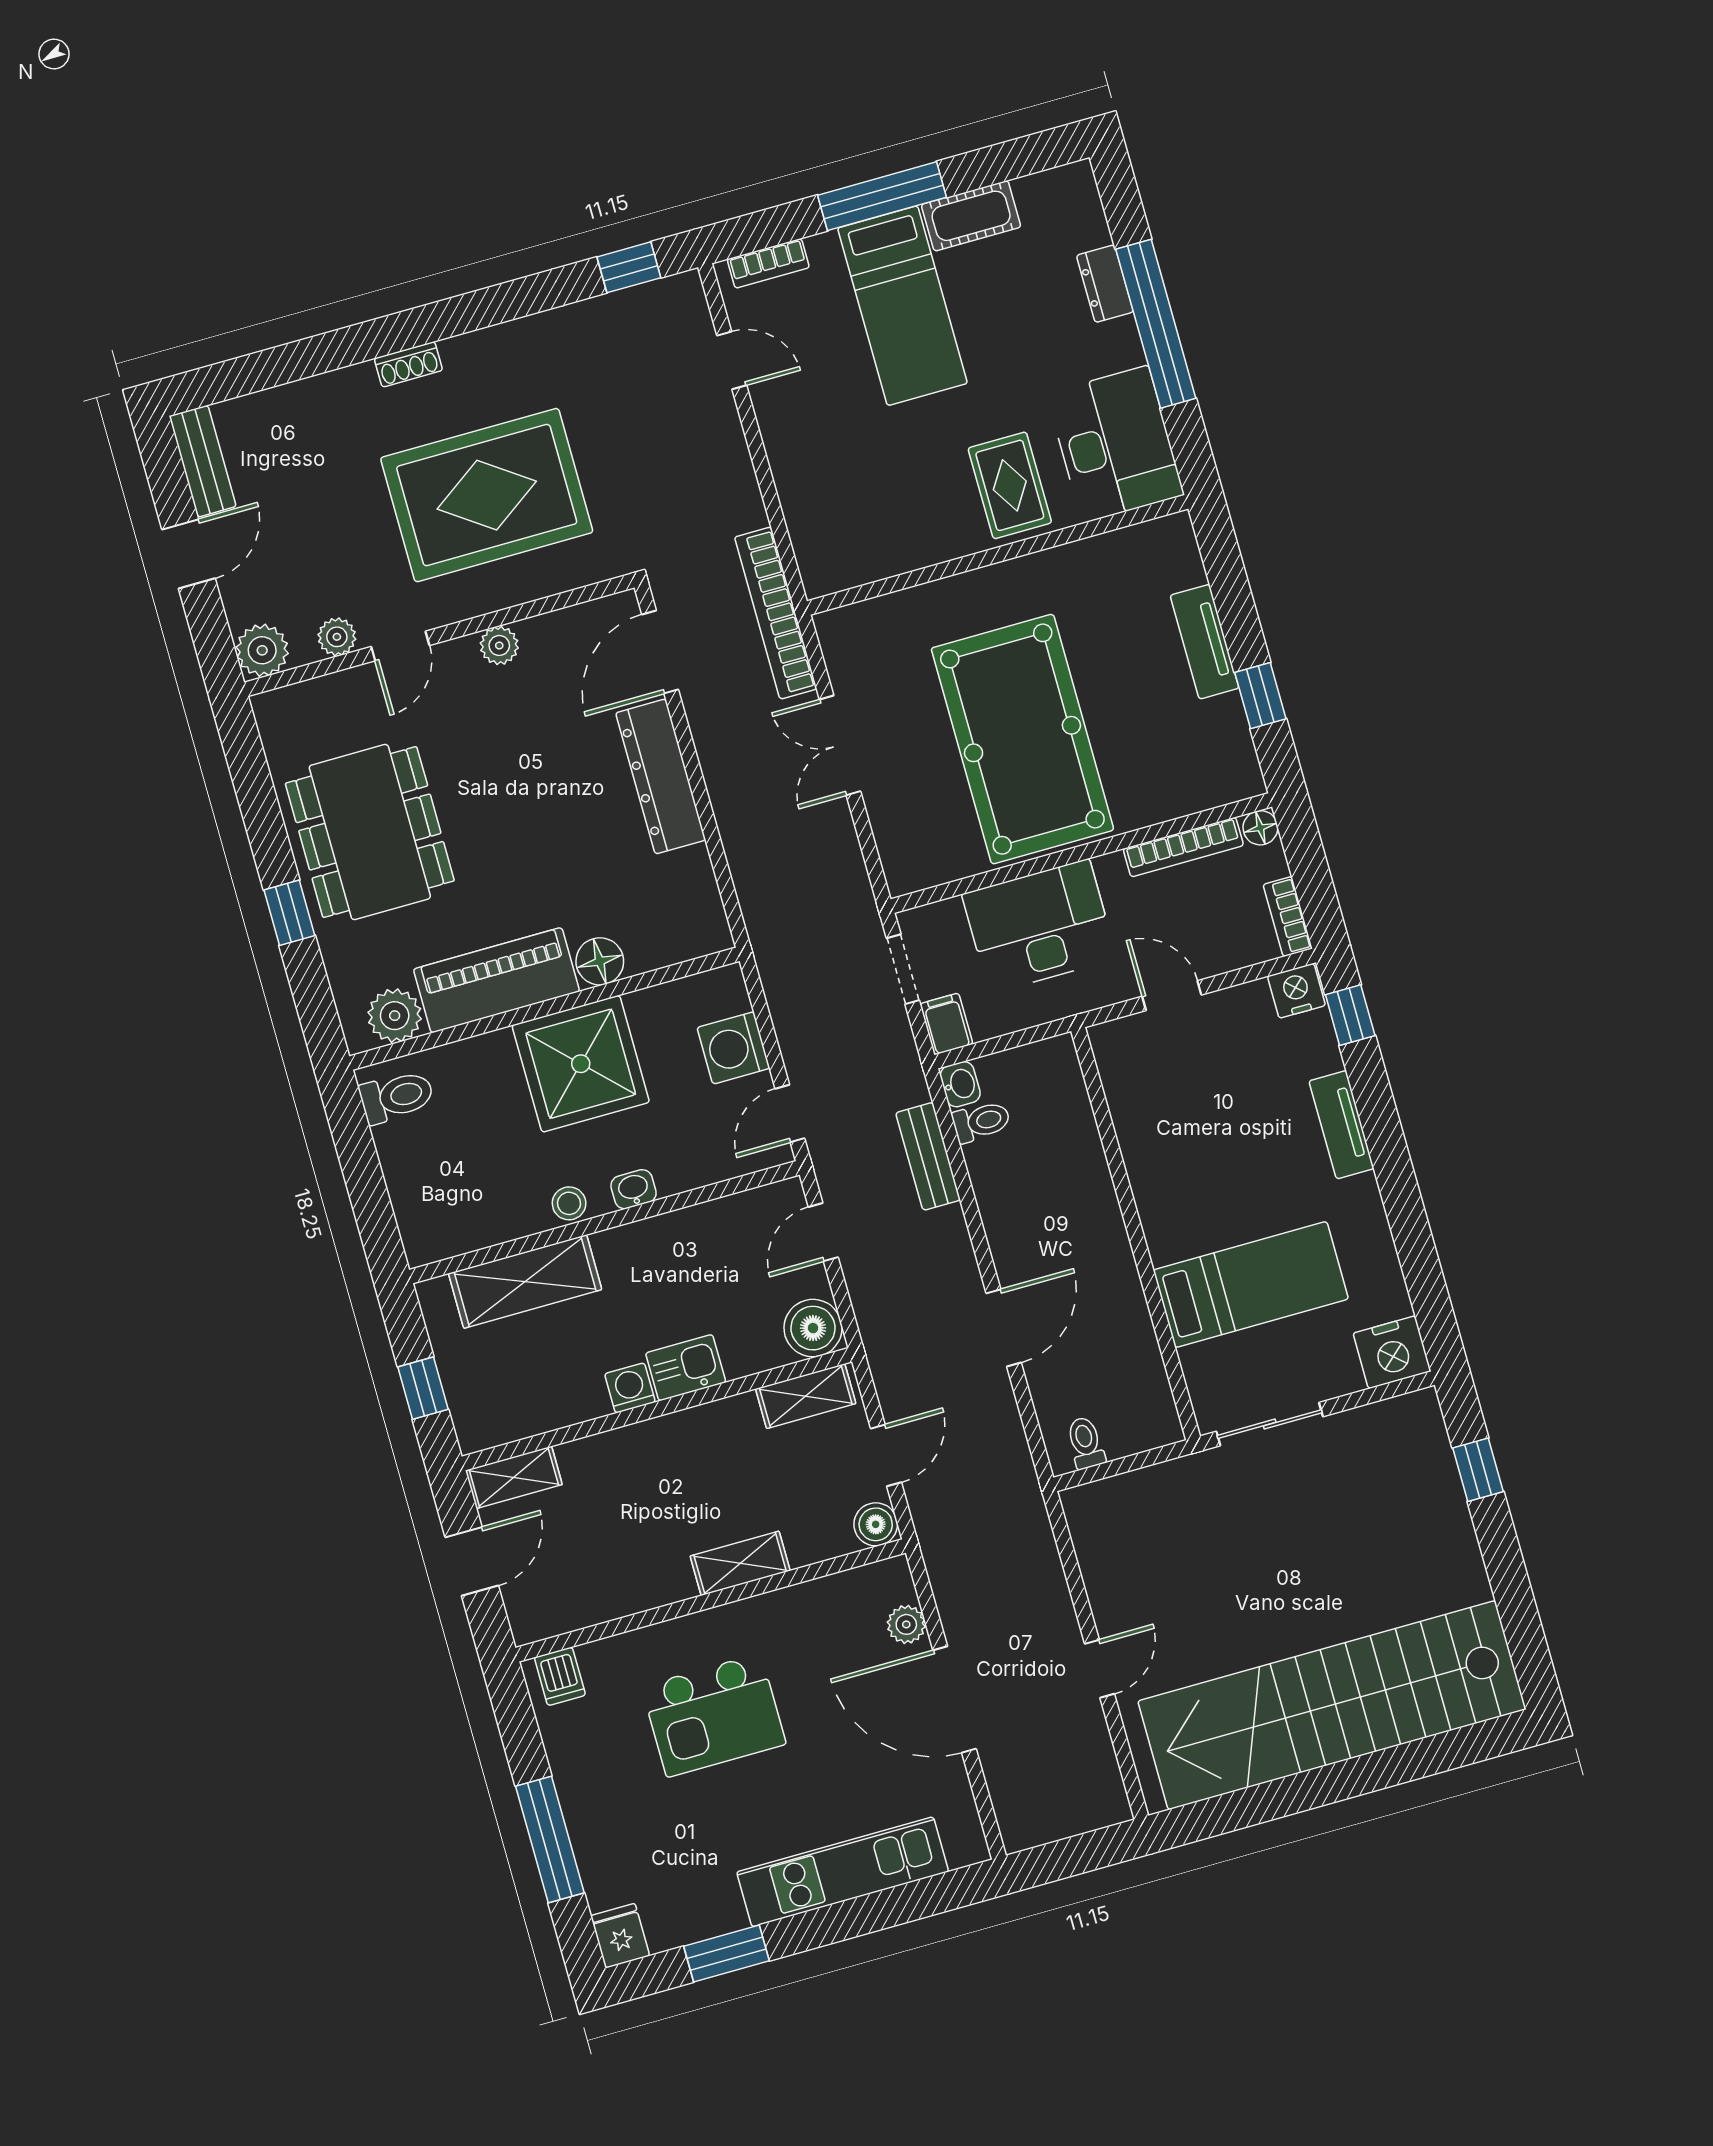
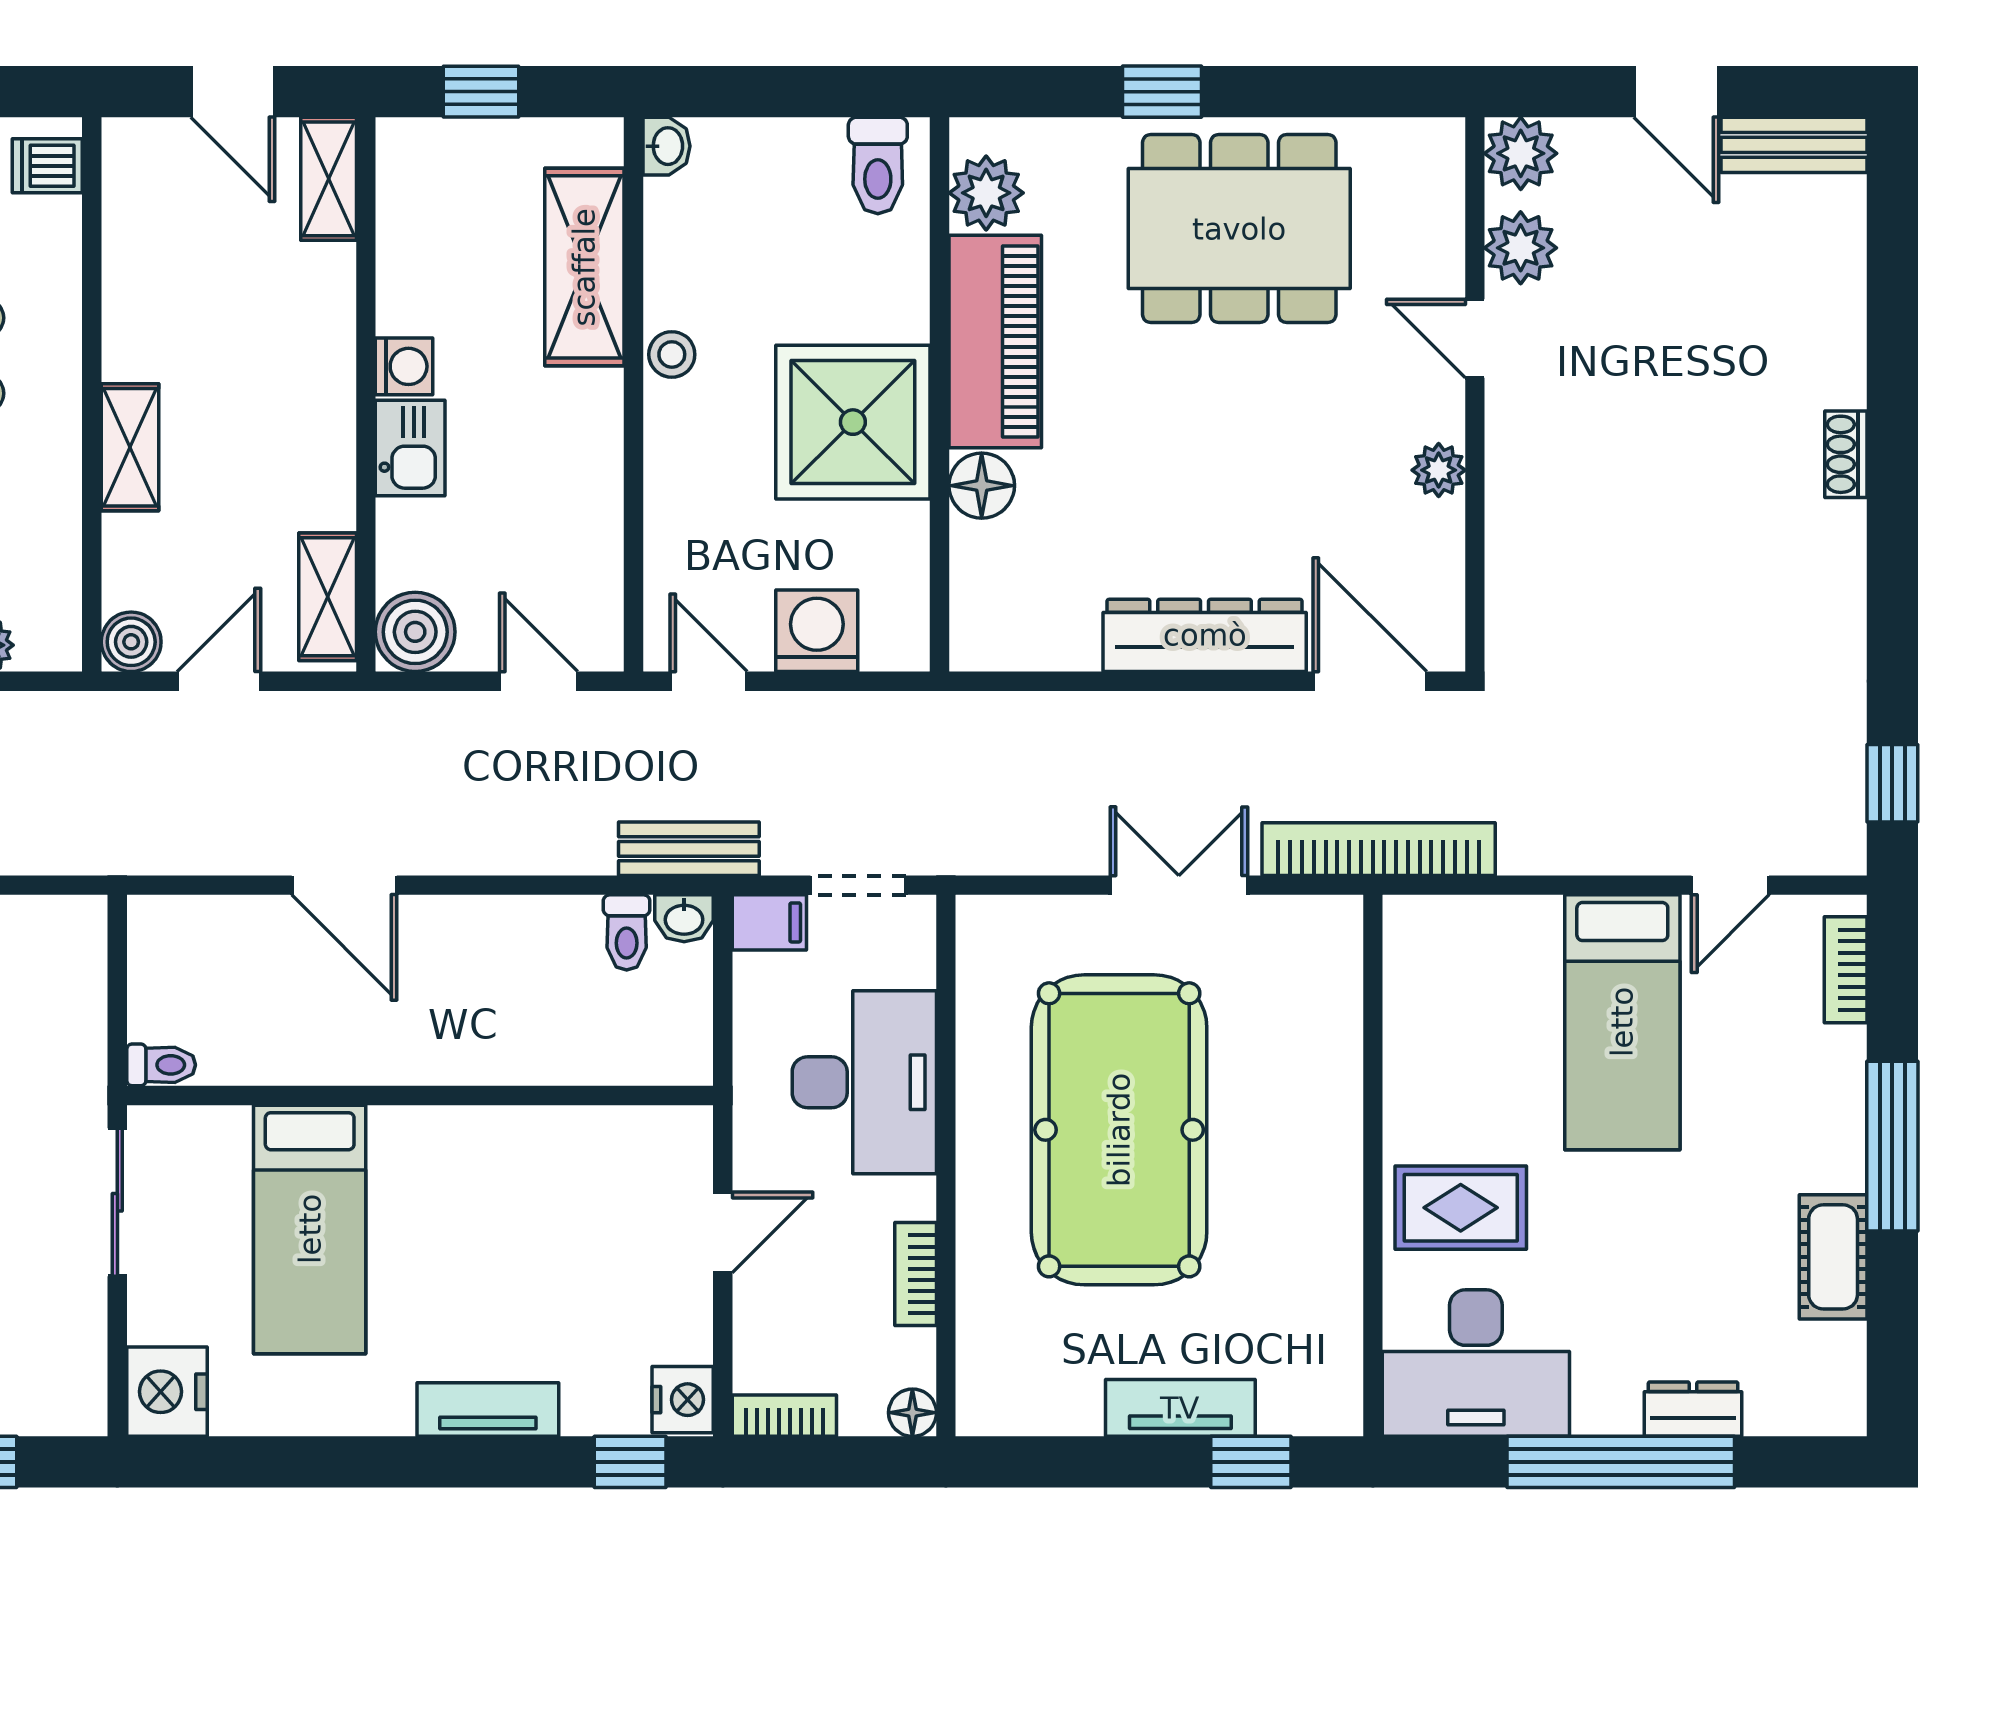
bed: (902, 306) -> (1622, 1022), moved, turned -90
rug: (487, 495) -> (1643, 510), removed
plant: (337, 637) -> (1521, 248), width x1.38, depth x1.38
window: (1260, 696) -> (1251, 1462), moved
pool table: (1022, 739) -> (1119, 1130), turned 90
bookcase: (1183, 847) -> (916, 1274), width x0.64
bench: (928, 1156) -> (689, 849), moved
washbasin: (634, 1189) -> (667, 146), moved
toilet: (1086, 1443) -> (161, 1065), moved
door: (886, 1455) -> (219, 681), swing flipped

